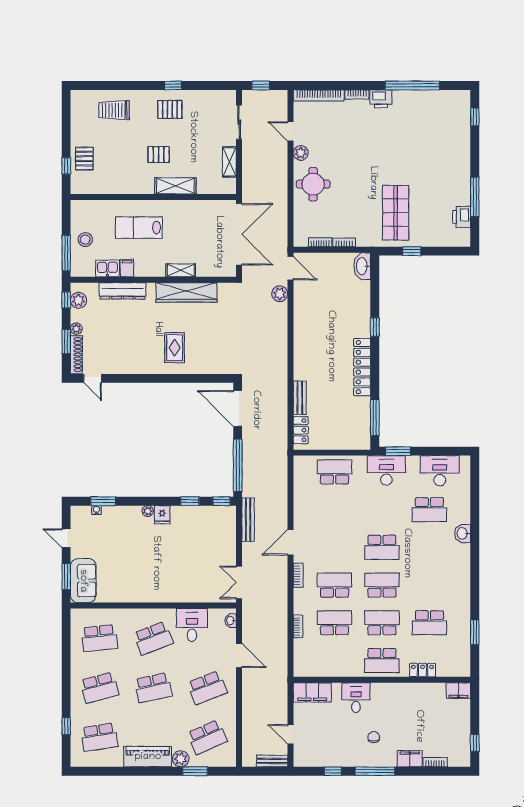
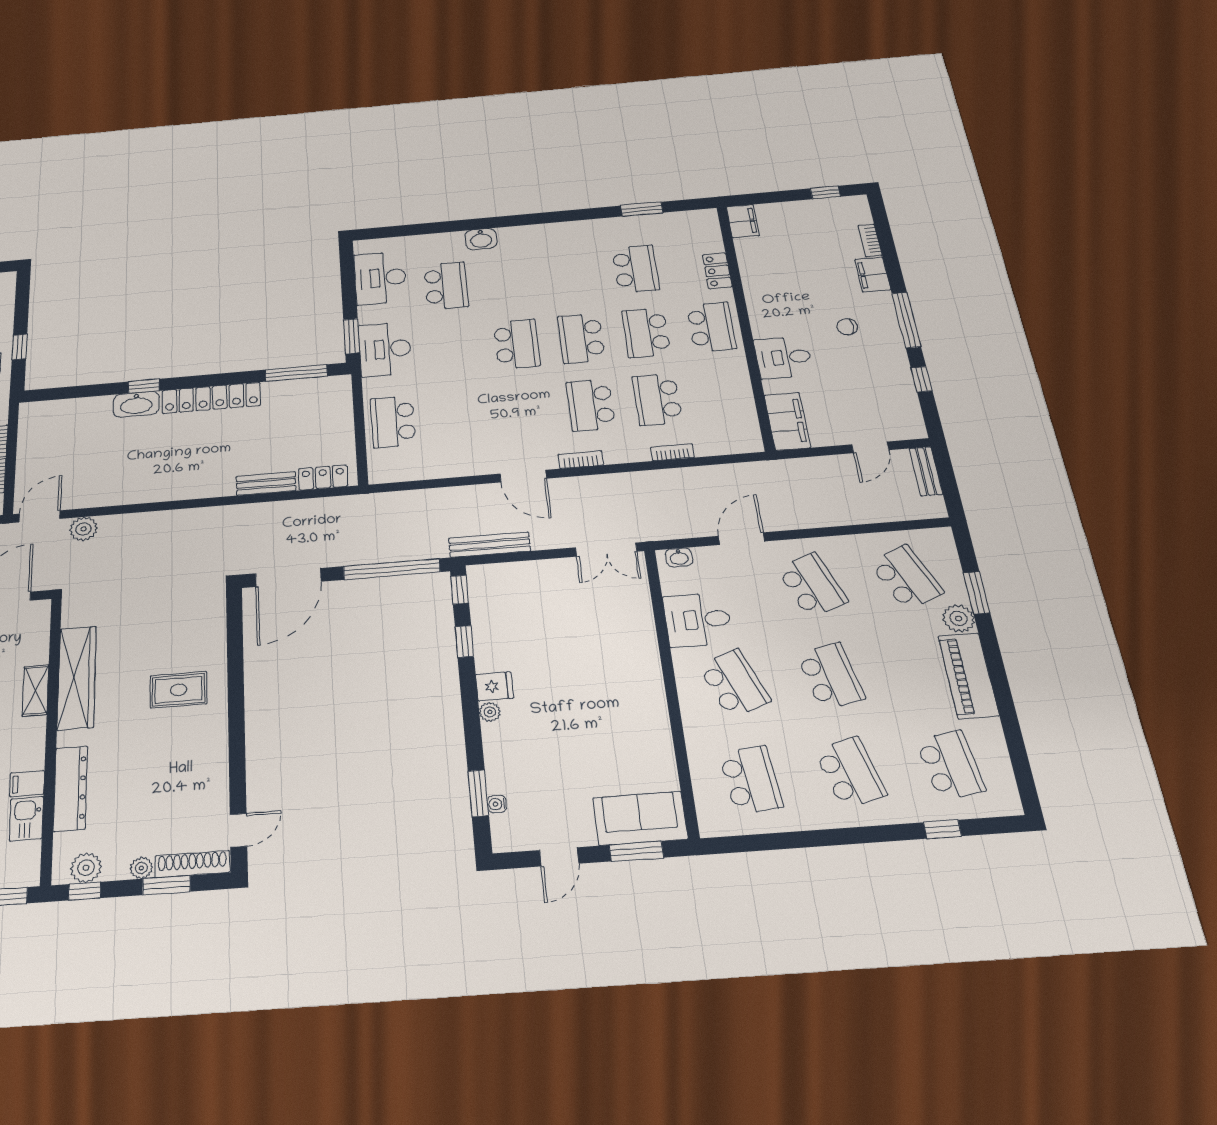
washbasin: (362, 266) -> (136, 404), moved

